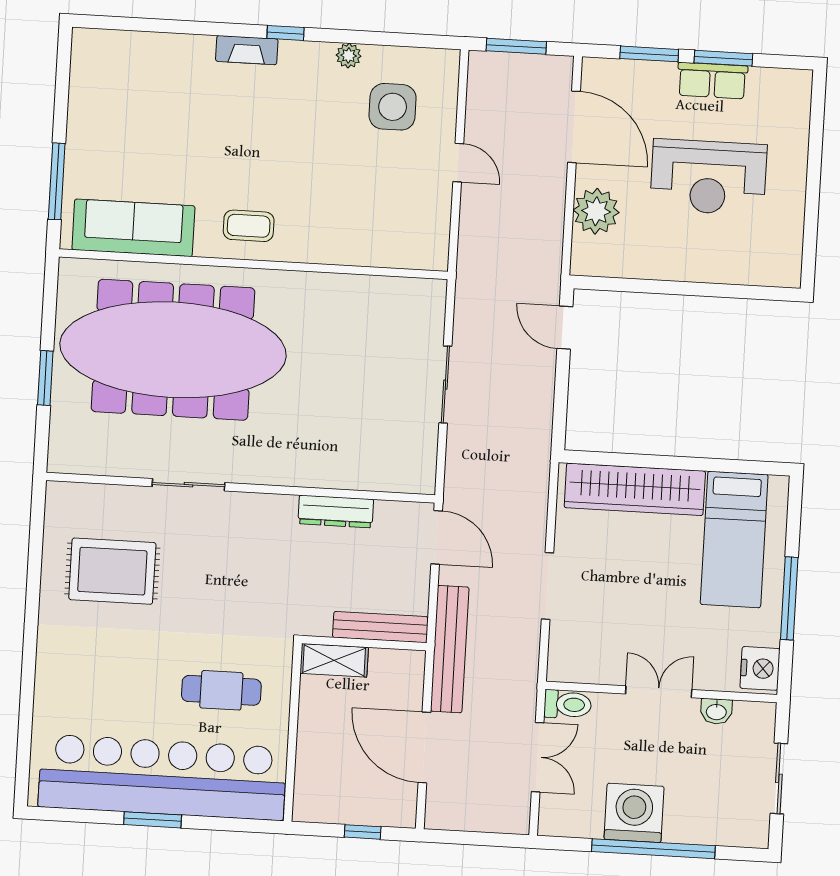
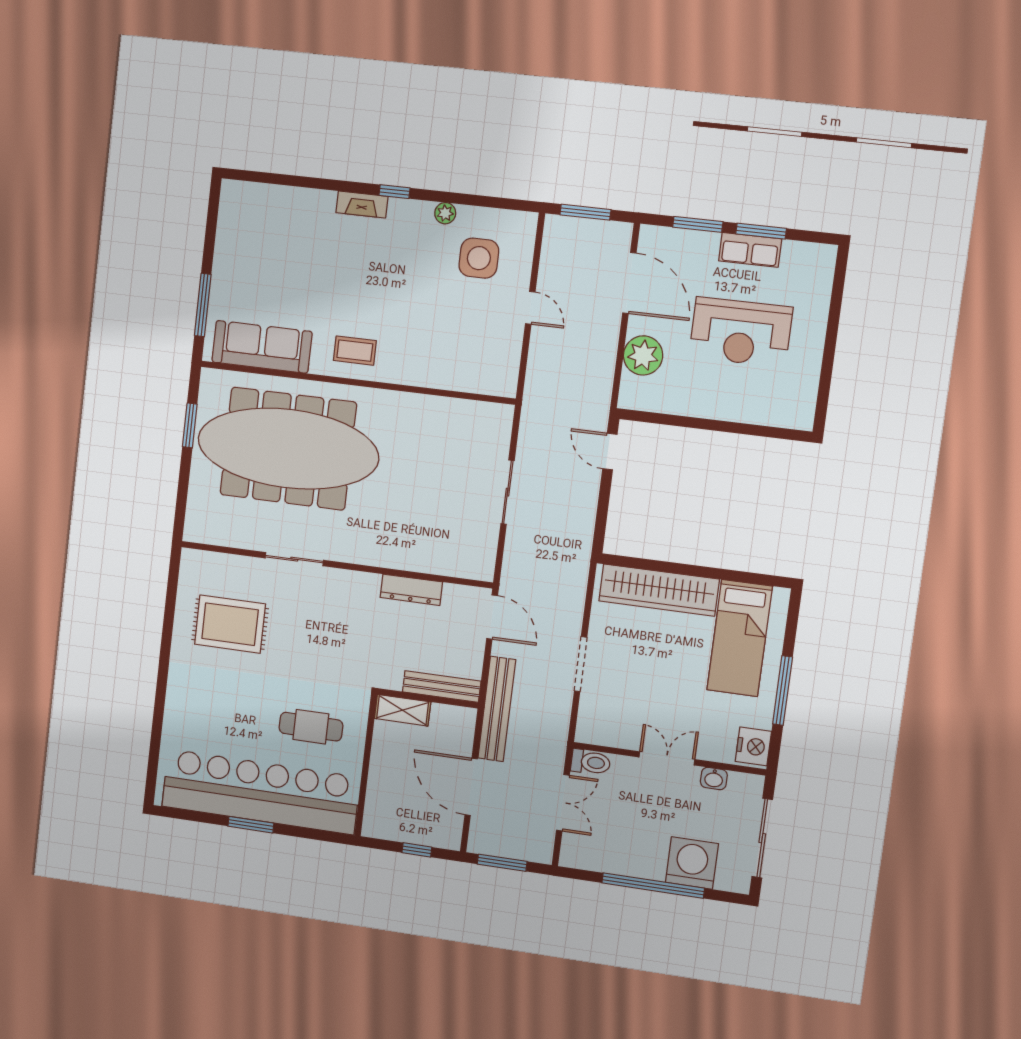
window: (45, 378) -> (190, 425), moved
sliding door: (779, 778) -> (762, 838), width x1.37
washing machine: (634, 813) -> (692, 863), moved
window: (468, 838) -> (502, 863), added

